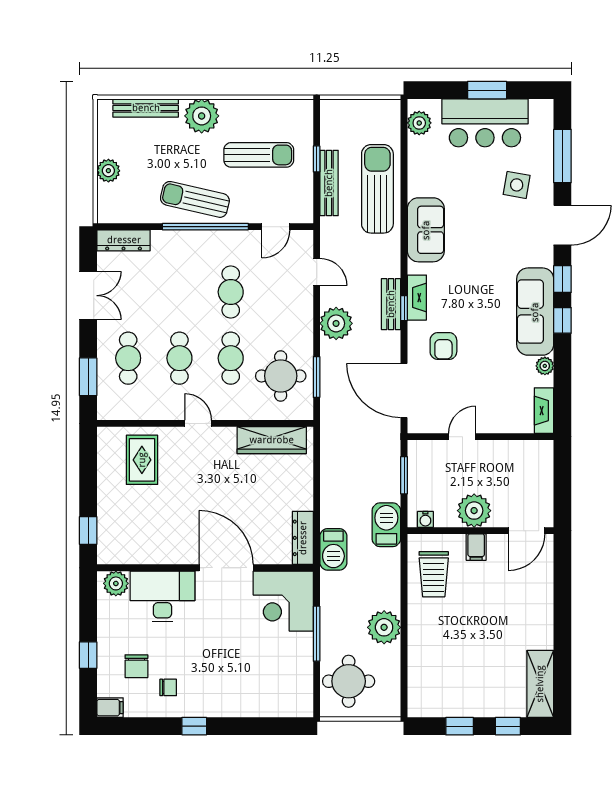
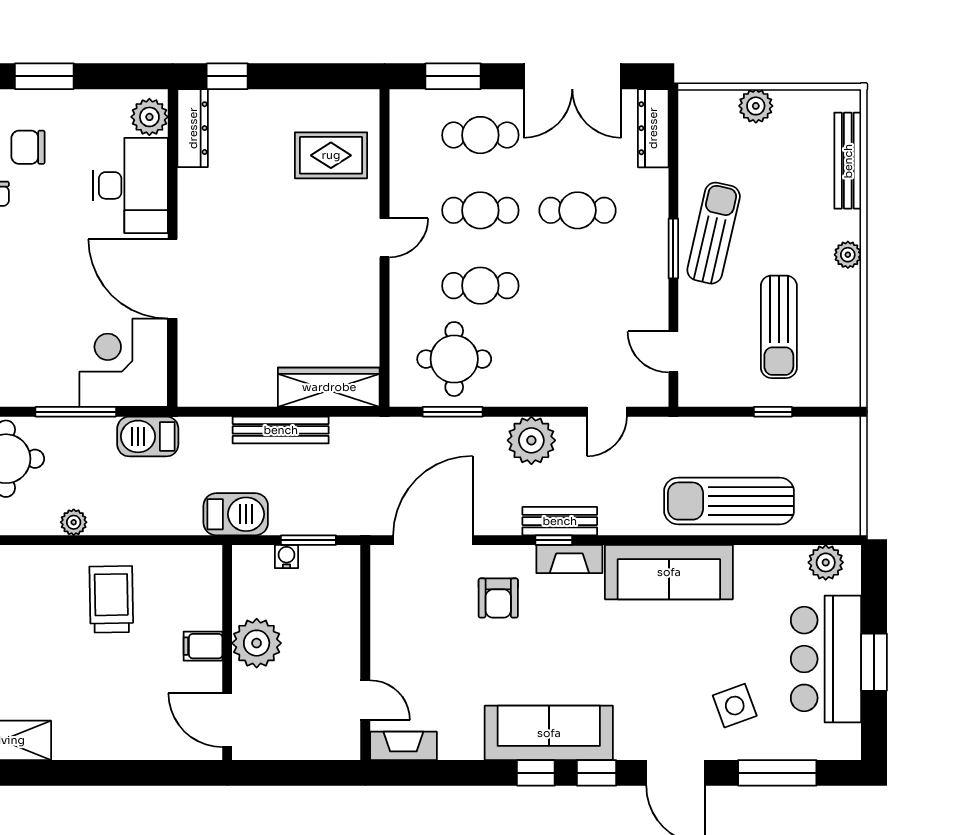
plant: (202, 116) -> (848, 255), width x0.53, depth x0.53
bench: (329, 183) -> (281, 430), moved
side table: (517, 185) -> (735, 706), turned -30
sun lounger: (377, 189) -> (729, 501), turned 180
window: (205, 227) -> (673, 248), width x0.47
sofa: (426, 230) -> (669, 572), width x1.36
cafe table: (231, 292) -> (578, 210), moved
double door: (88, 296) -> (572, 76), width x1.37
armchair: (443, 346) -> (498, 598), turned -90
plant: (545, 366) -> (469, 747), removed
door: (462, 437) -> (365, 700), moved
wardrobe: (272, 440) -> (329, 387), moved, turned 90
water cooler: (425, 519) -> (286, 557), moved, turned 90
dresser: (303, 538) -> (193, 128), moved, turned 90
barbecue: (333, 549) -> (148, 436), moved
door: (226, 568) -> (173, 279), swing flipped
trolley: (434, 574) -> (111, 599), moved, turned 89
plant: (384, 627) -> (74, 522), width x0.53, depth x0.53
window: (88, 655) -> (44, 76), width x1.50

